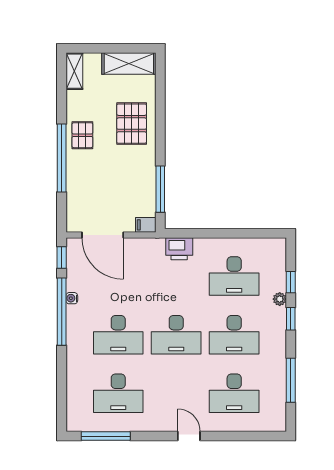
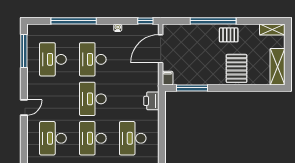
pallet: (132, 124) -> (237, 68), turned 90
window: (62, 312) -> (74, 21), moved

